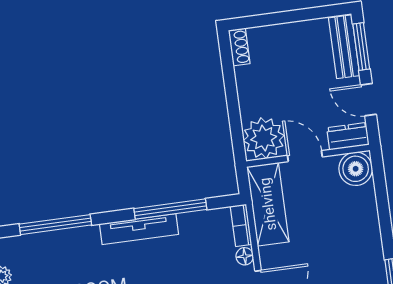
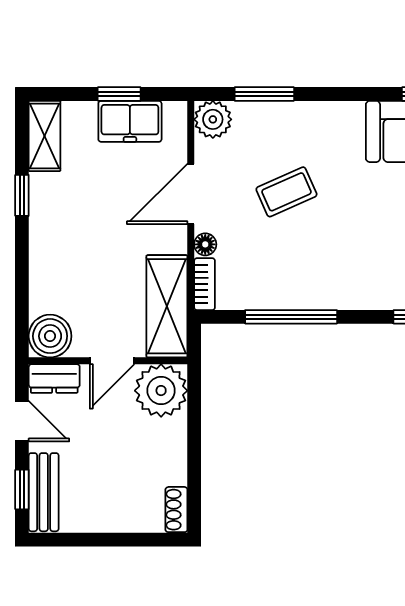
window: (361, 47) -> (22, 490), width x0.67
door: (305, 156) -> (112, 361), hinge flipped
tv unit: (139, 229) -> (334, 297), removed

